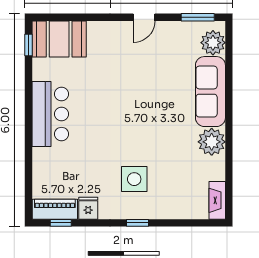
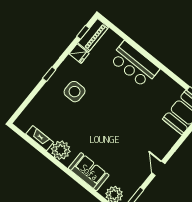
sofa: (210, 92) -> (89, 172), width x0.73
bar counter: (50, 114) -> (134, 64), moved
fireplace: (217, 200) -> (40, 138), moved

